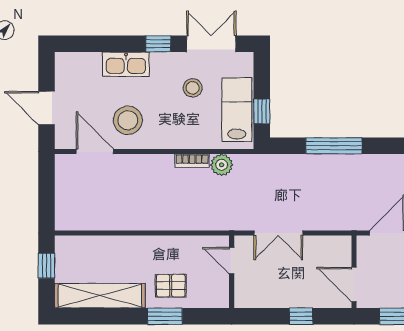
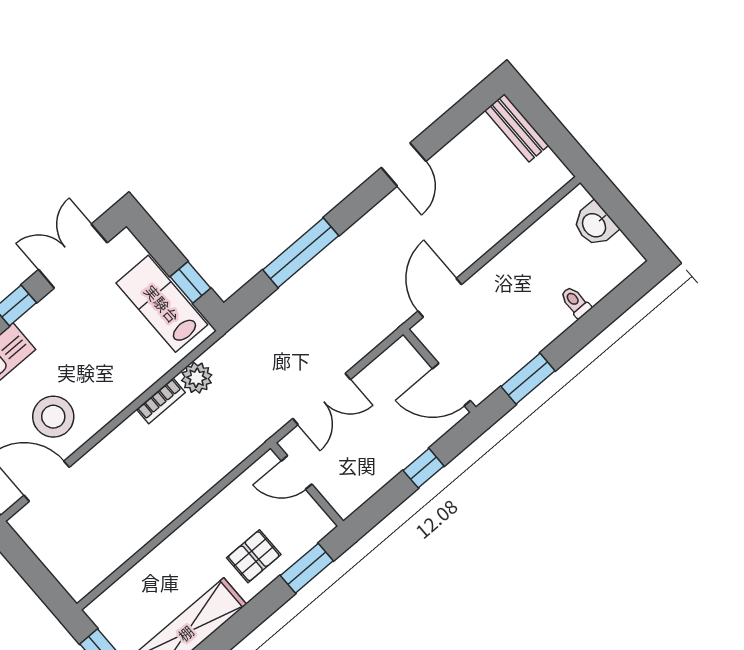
stool: (193, 88) -> (94, 321), removed
window: (165, 316) -> (307, 568), moved

